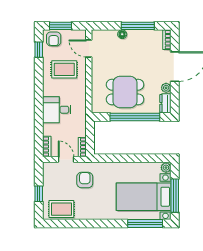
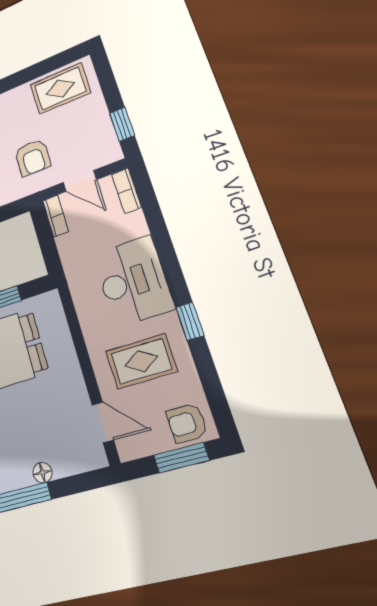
armchair: (54, 39) -> (187, 423), turned -90
window: (39, 50) -> (190, 321), moved
desk: (57, 110) -> (133, 281), width x1.37
window: (39, 194) -> (122, 124), moved

